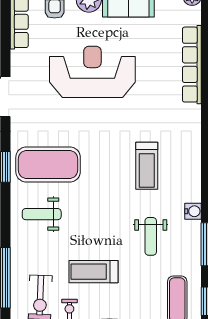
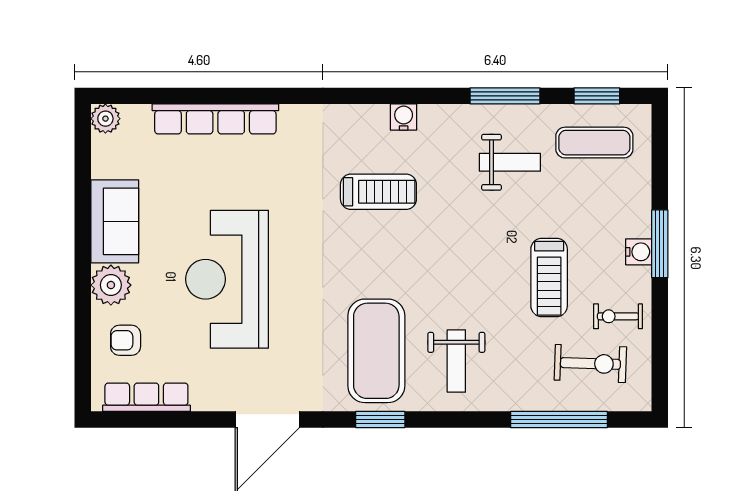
water cooler: (193, 211) -> (404, 117), moved
weight bench: (151, 236) -> (510, 162), moved

